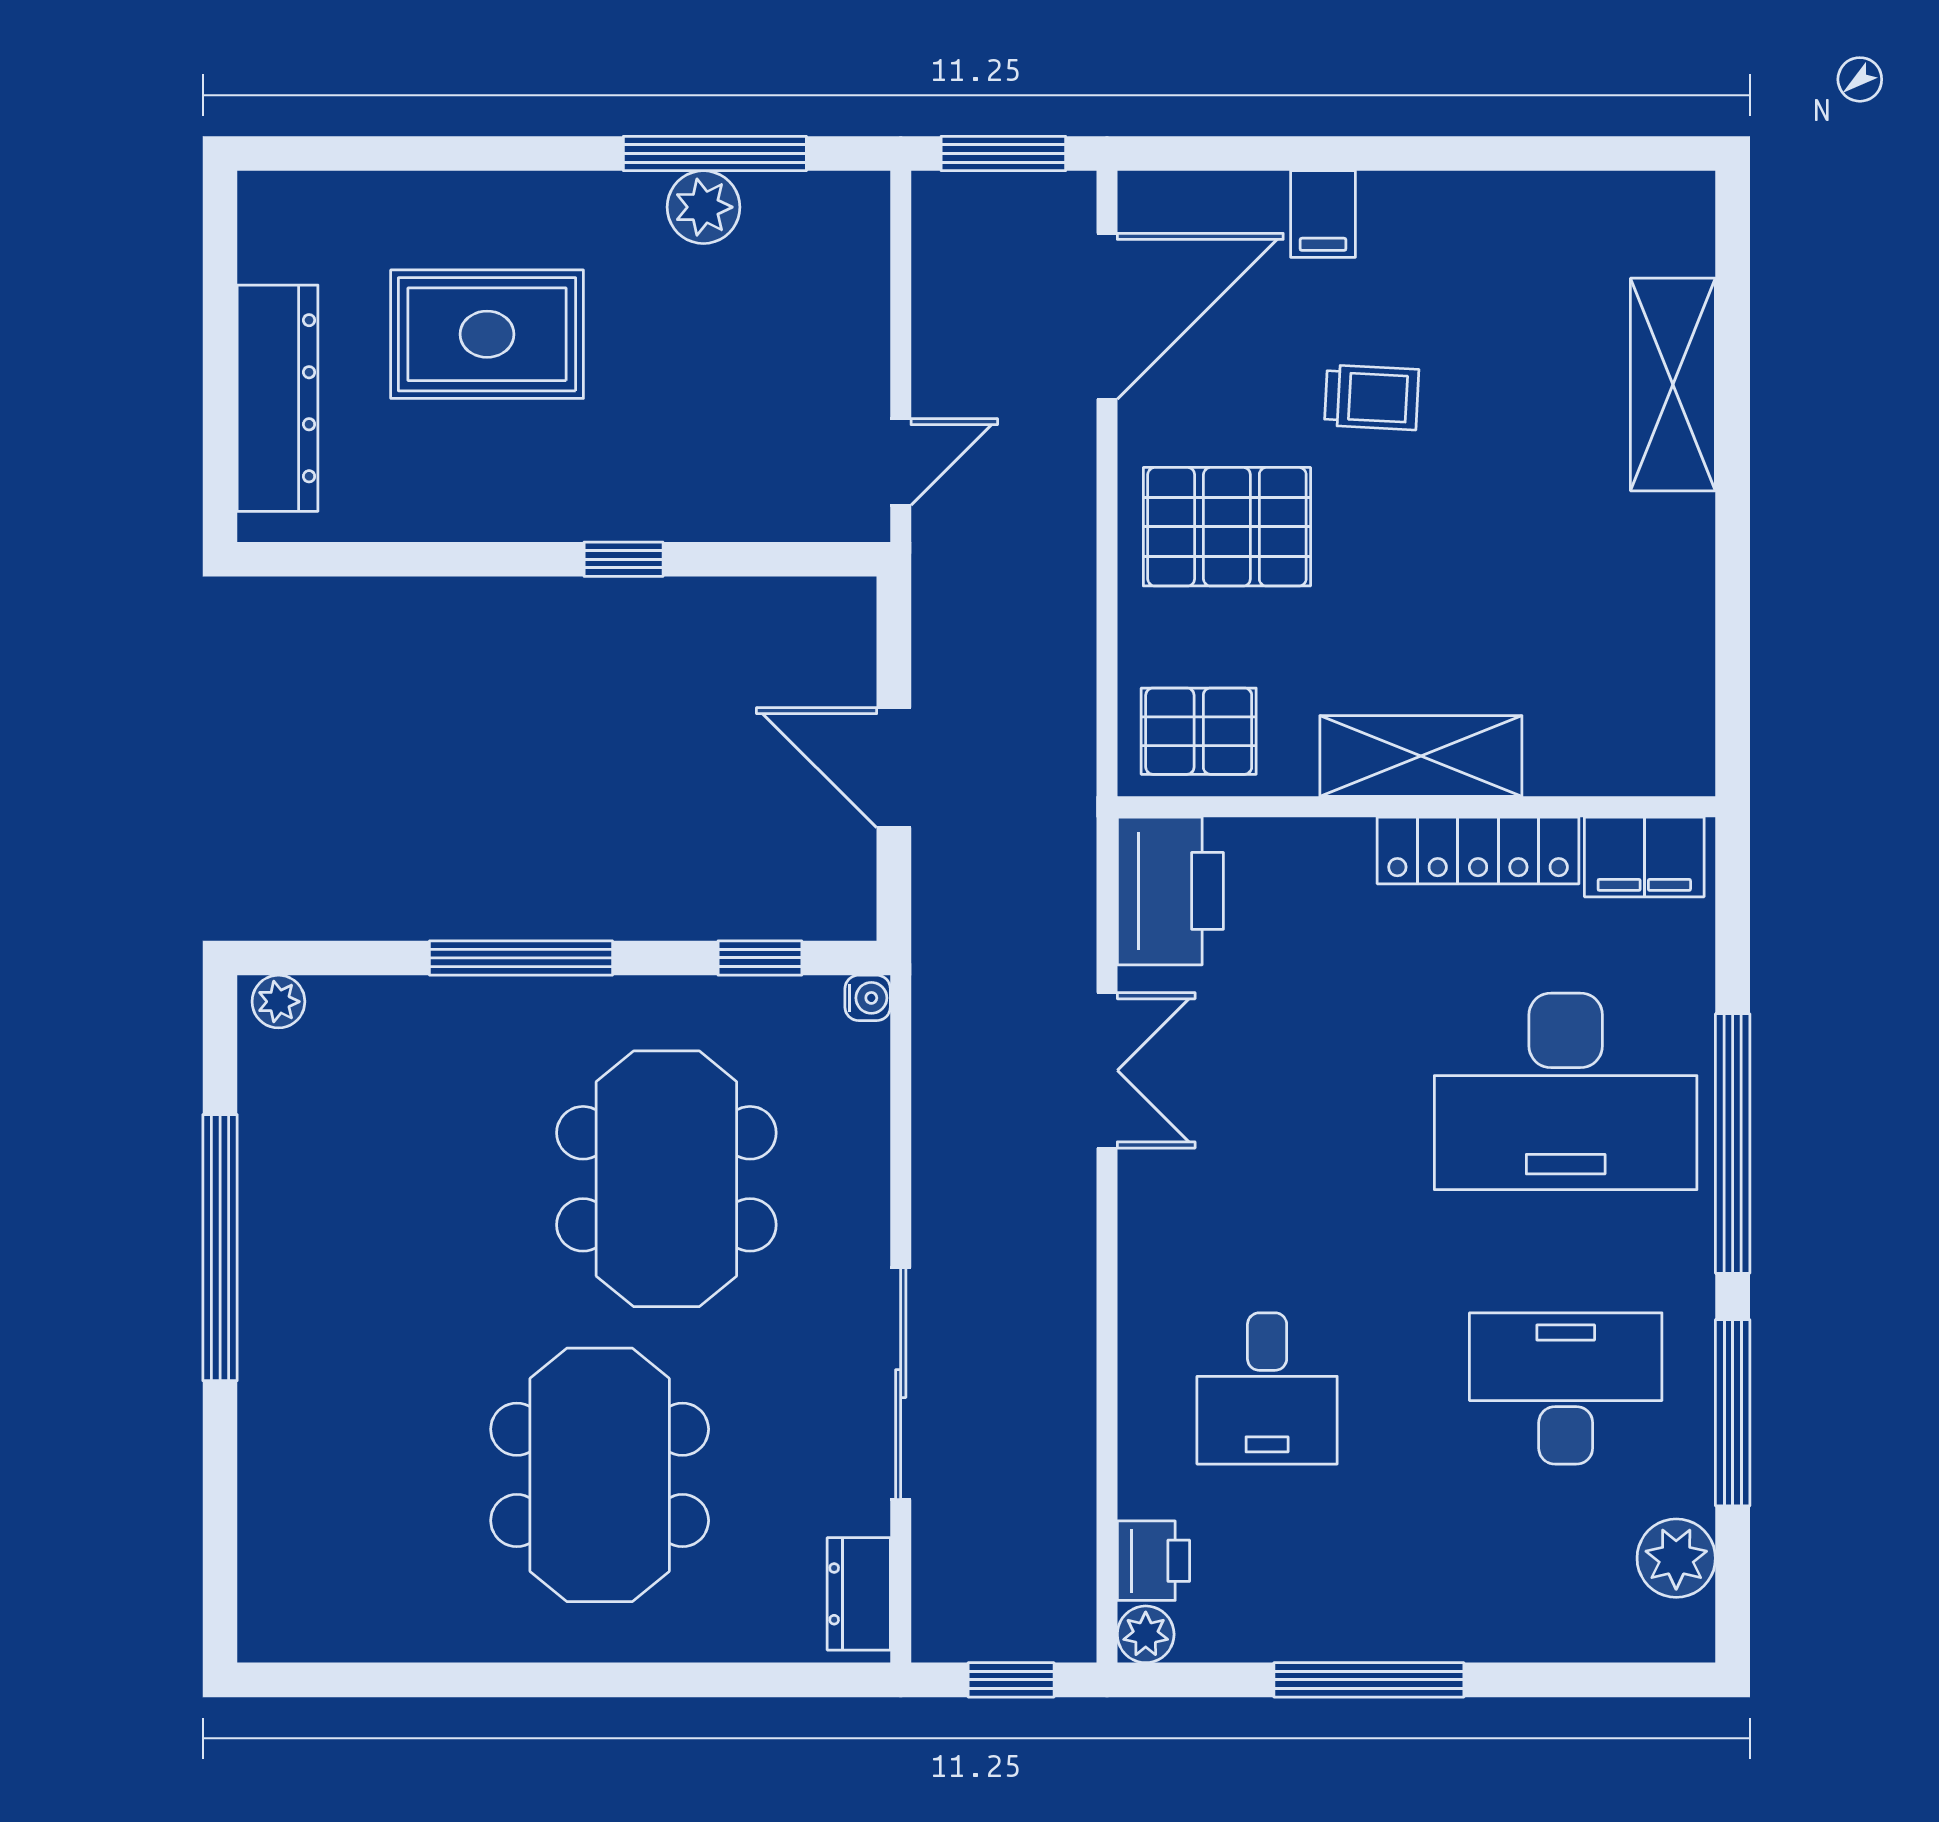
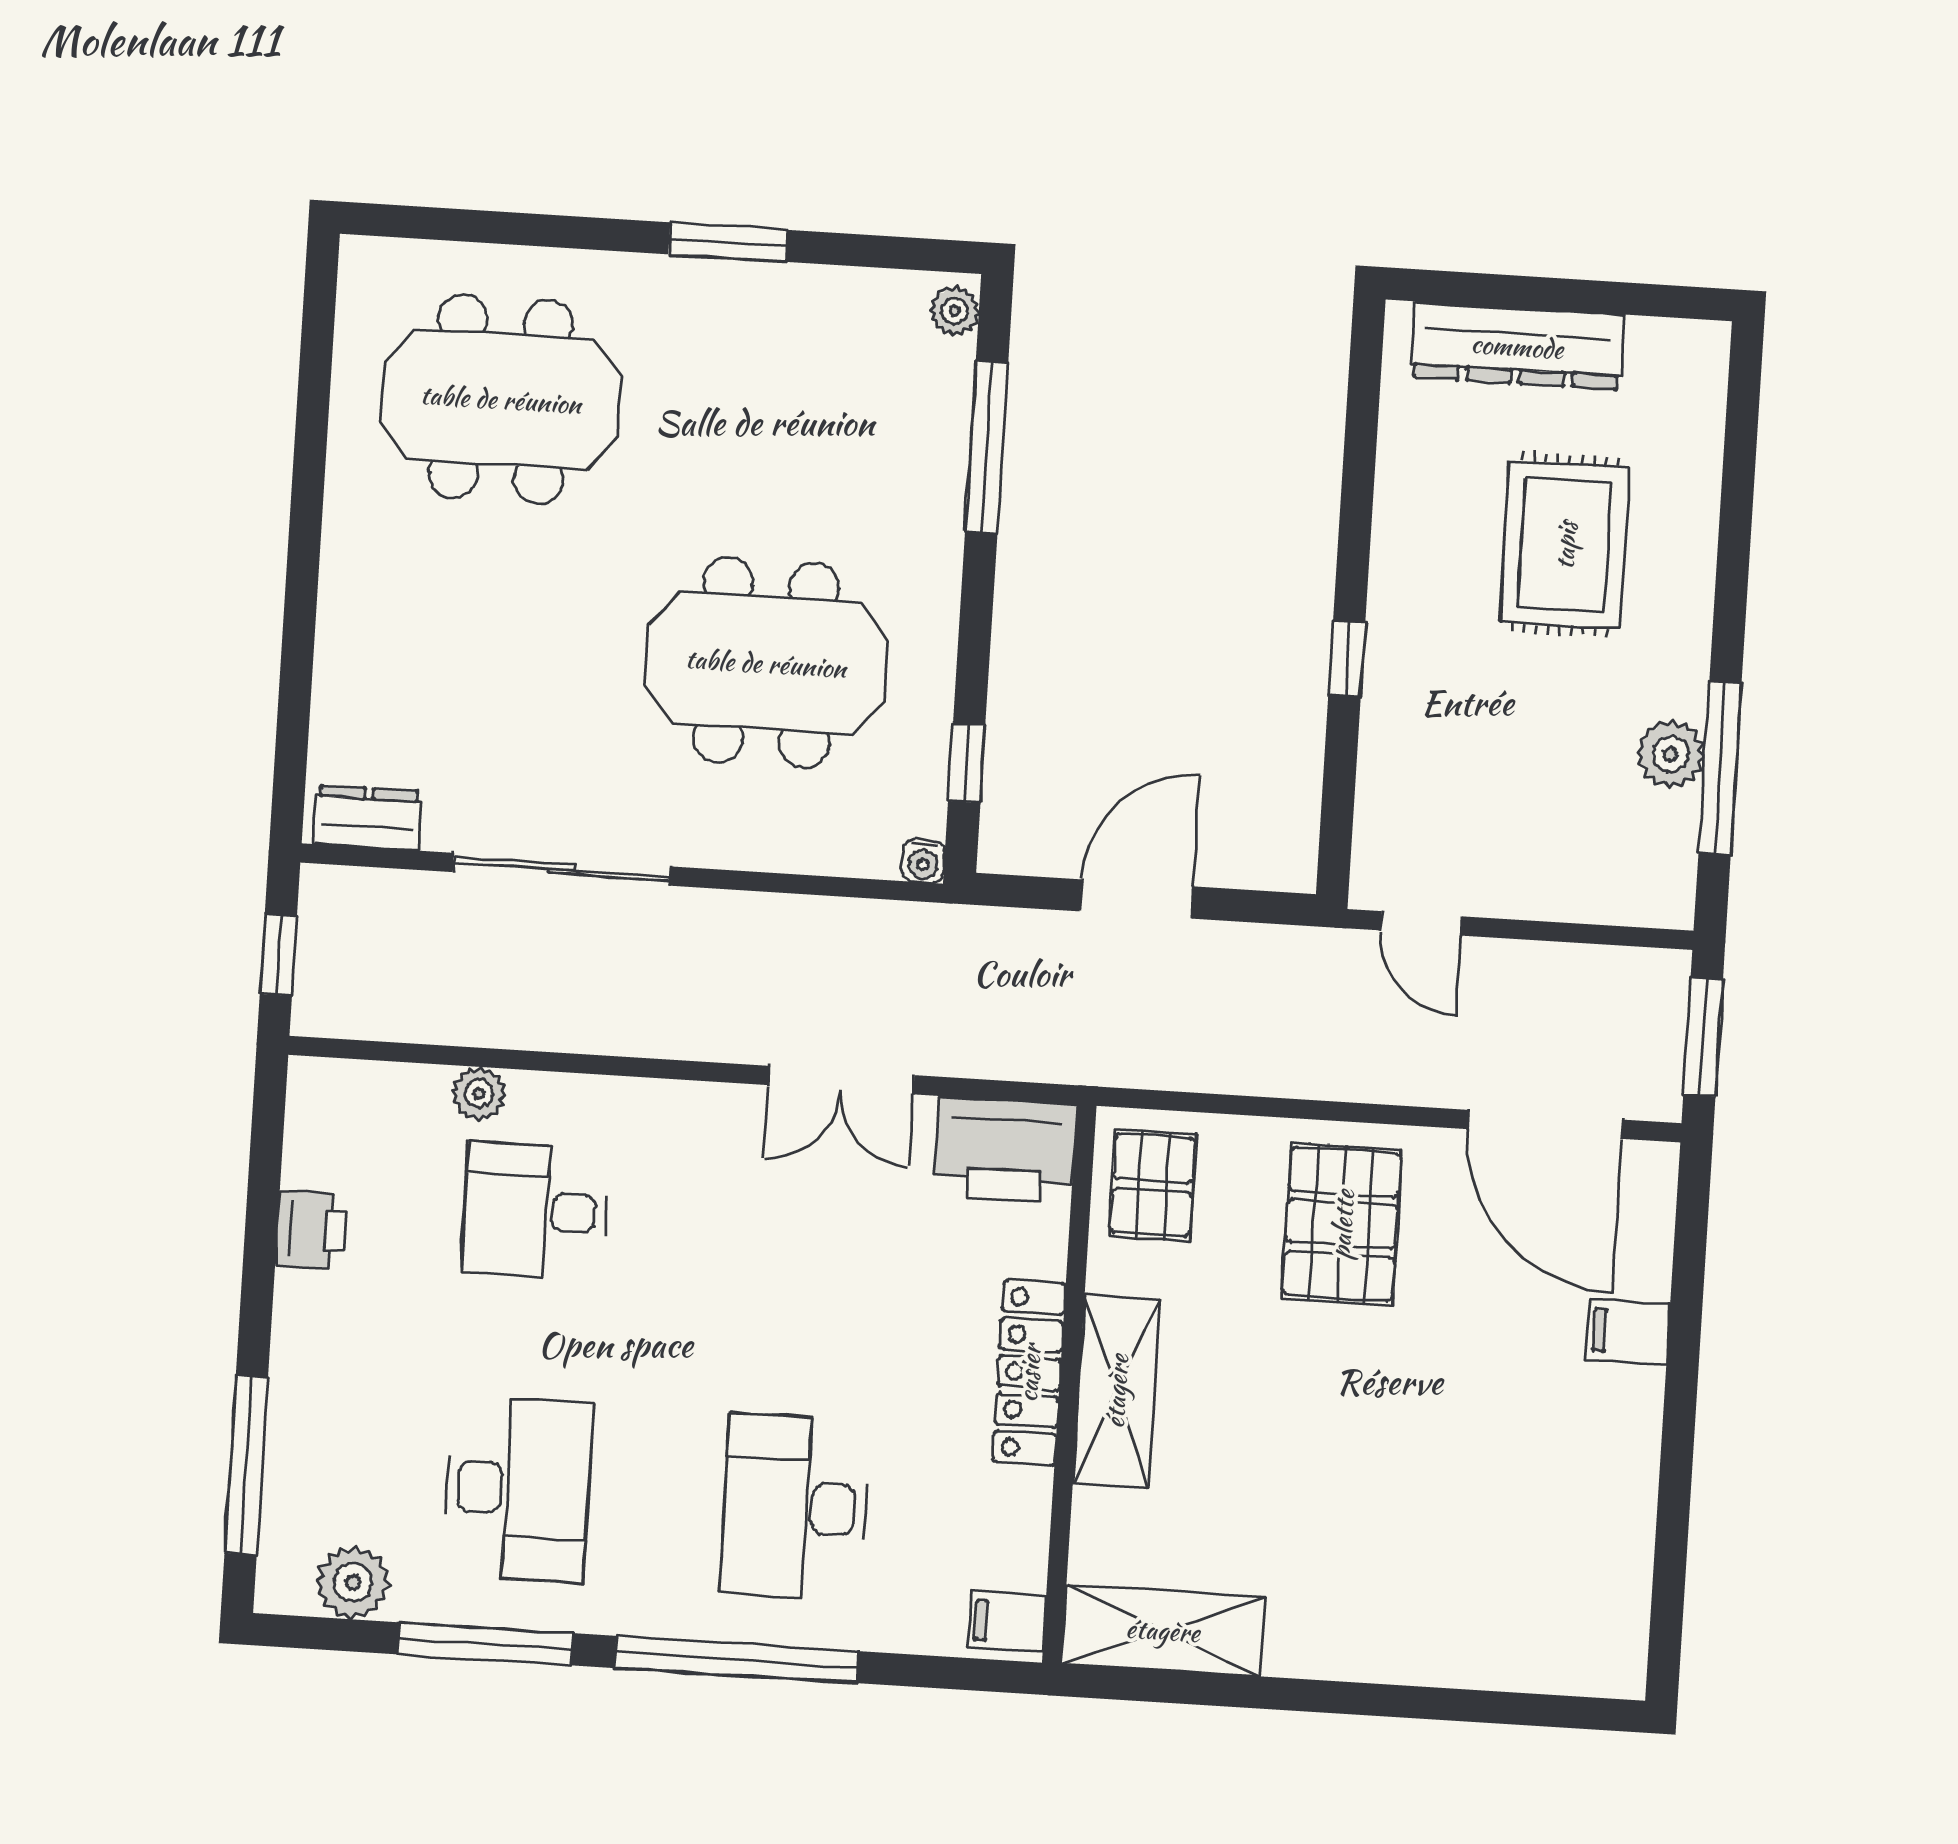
shelving: (1673, 384) -> (1163, 1630), moved
trolley: (1372, 397) -> (1454, 1366), removed
locker: (1478, 850) -> (1029, 1373), moved
filing cabinet: (1644, 857) -> (1007, 1622), width x0.50
window: (521, 958) -> (987, 447), moved
desk: (1566, 1091) -> (795, 1507), width x0.73, depth x0.77
window: (220, 1248) -> (728, 242), width x0.47
meeting table: (600, 1475) -> (501, 399), moved
printer: (1153, 1561) -> (311, 1230), moved, turned -90
plant: (1146, 1634) -> (479, 1094), moved
window: (1369, 1680) -> (246, 1465), moved

